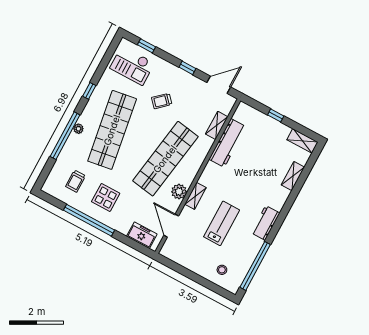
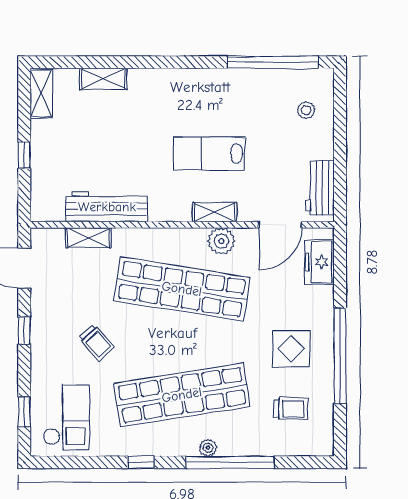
lab bench: (222, 223) -> (209, 154), moved
workbench: (265, 223) -> (320, 188), moved, turned 90

